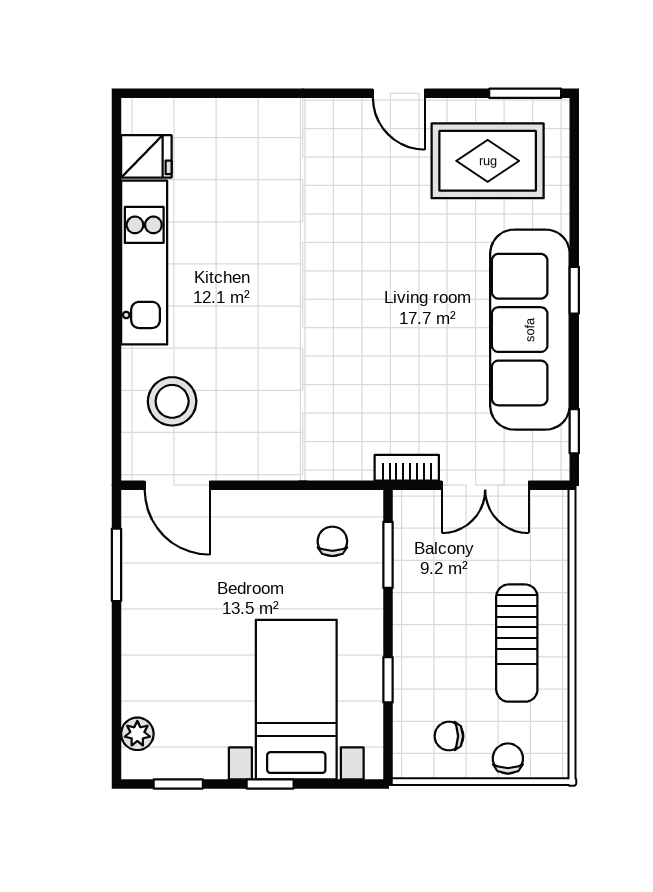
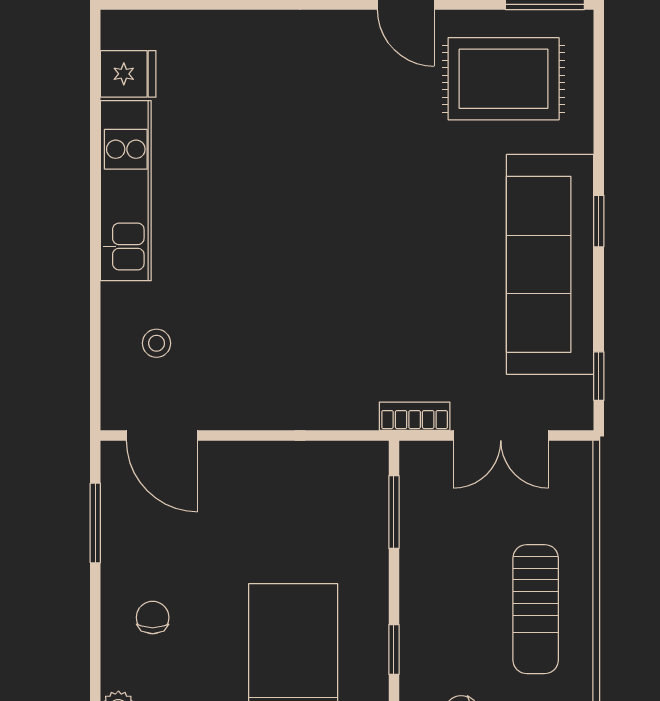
stool: (172, 401) -> (157, 343), width x0.53, depth x0.53
chair: (332, 541) -> (153, 618), moved

